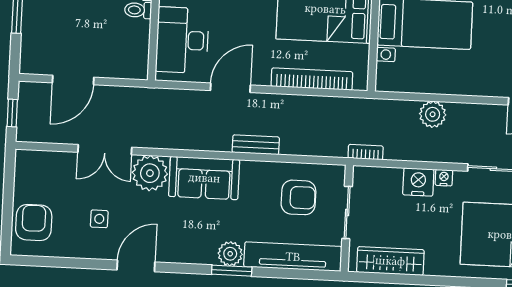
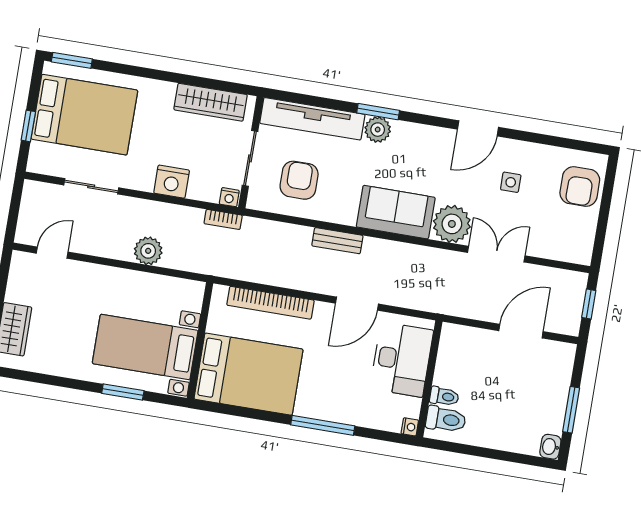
nightstand: (444, 178) -> (229, 197), moved
armchair: (298, 197) -> (299, 180), turned 90

